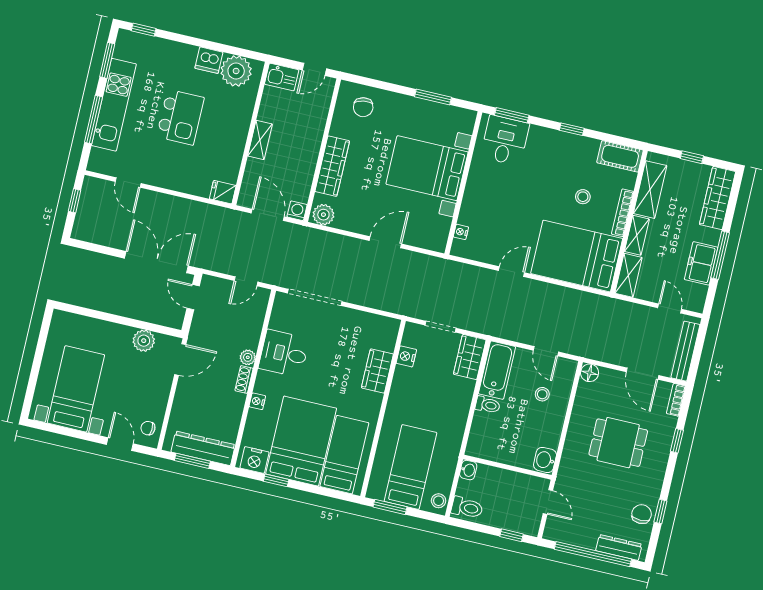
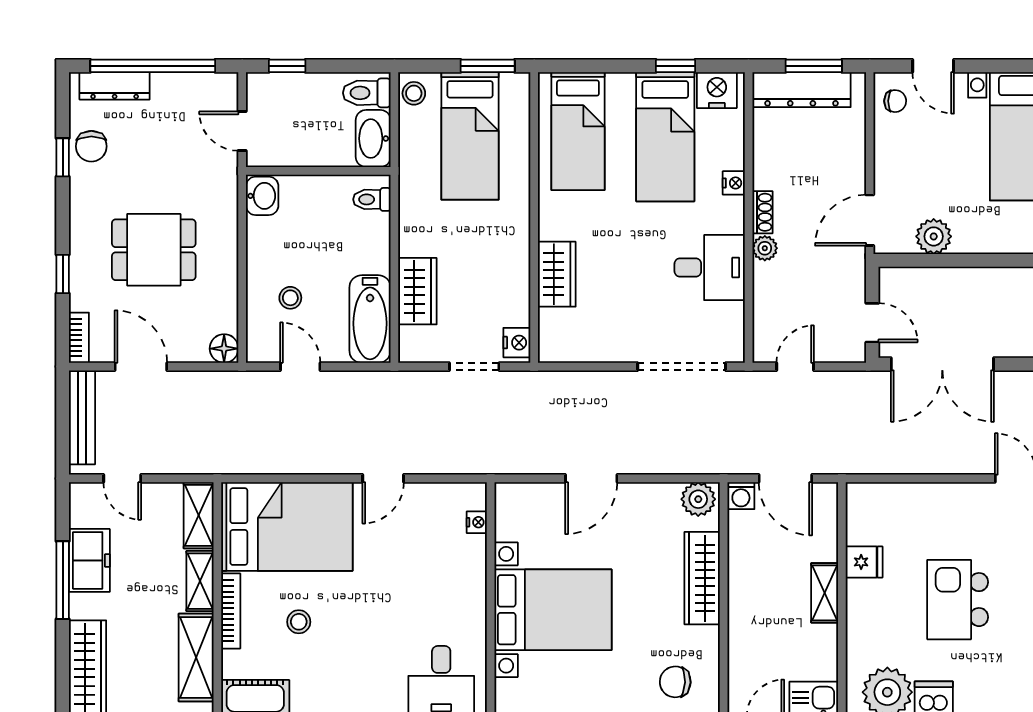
chair: (363, 107) -> (675, 682), turned -78
fridge: (223, 192) -> (864, 562), moved
nightstand: (406, 356) -> (517, 343), moved
wardrobe: (470, 357) -> (417, 291), moved
toilet: (488, 405) -> (372, 199), moved
bed: (301, 441) -> (665, 137), width x0.67
washbasin: (468, 470) -> (373, 139), width x1.91, depth x1.45

